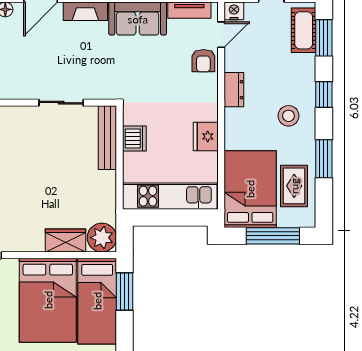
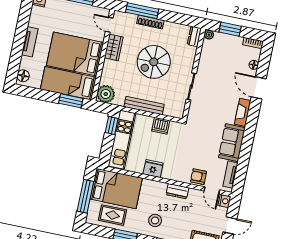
bench: (107, 138) -> (144, 105), moved
spiral stairs: (34, 171) -> (154, 62), added
window: (150, 218) -> (112, 125), added
wardrobe: (66, 240) -> (114, 47), moved

